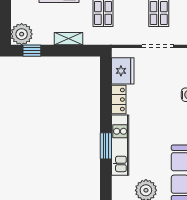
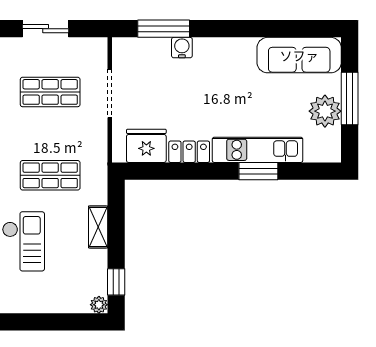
plant: (22, 34) -> (99, 305), width x0.53, depth x0.53

